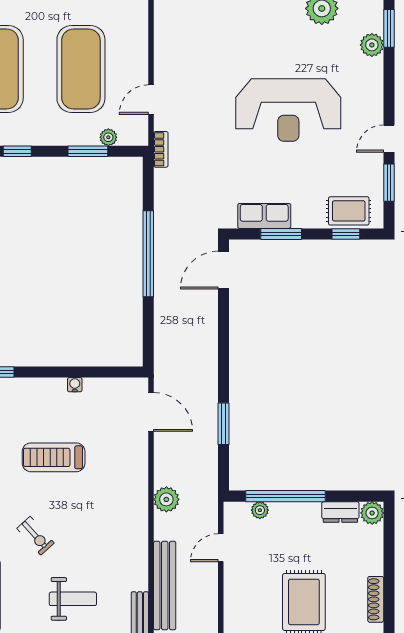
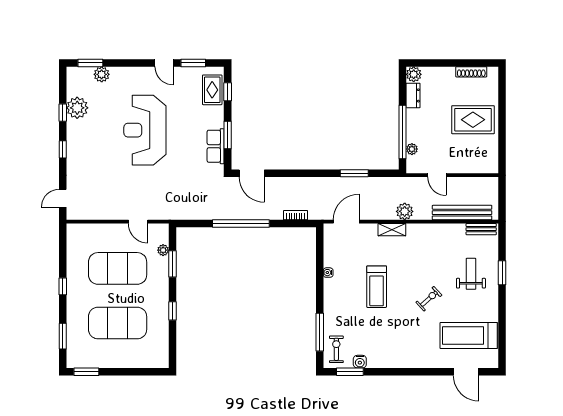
reception desk: (288, 110) -> (145, 130), turned 180
bookcase: (161, 149) -> (296, 215), moved
shelving: (139, 480) -> (392, 230), added

